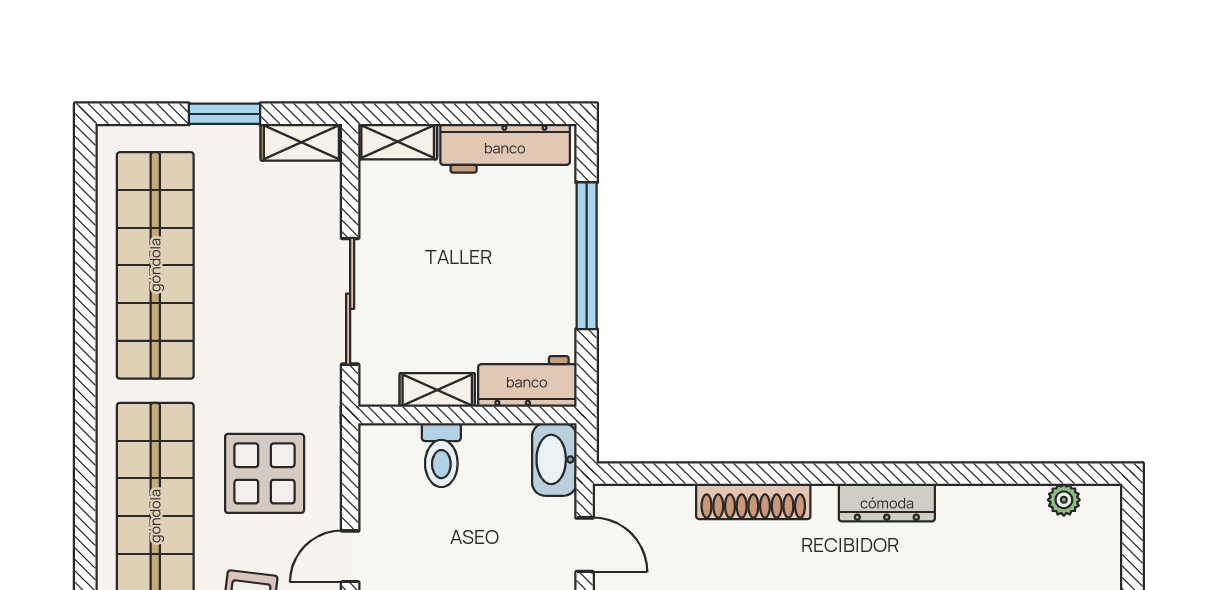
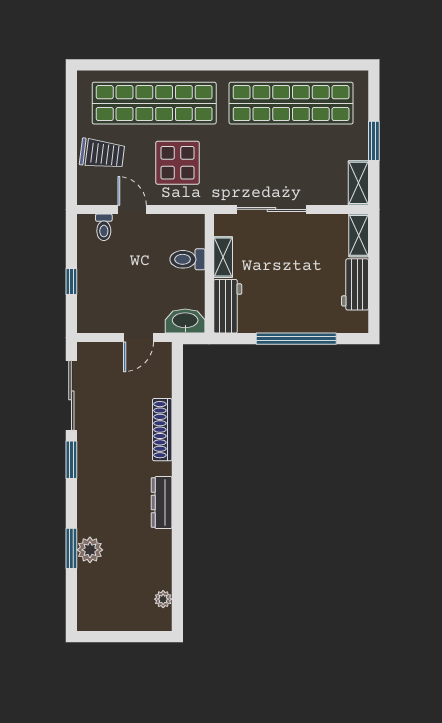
workbench: (505, 148) -> (355, 284), width x0.73

